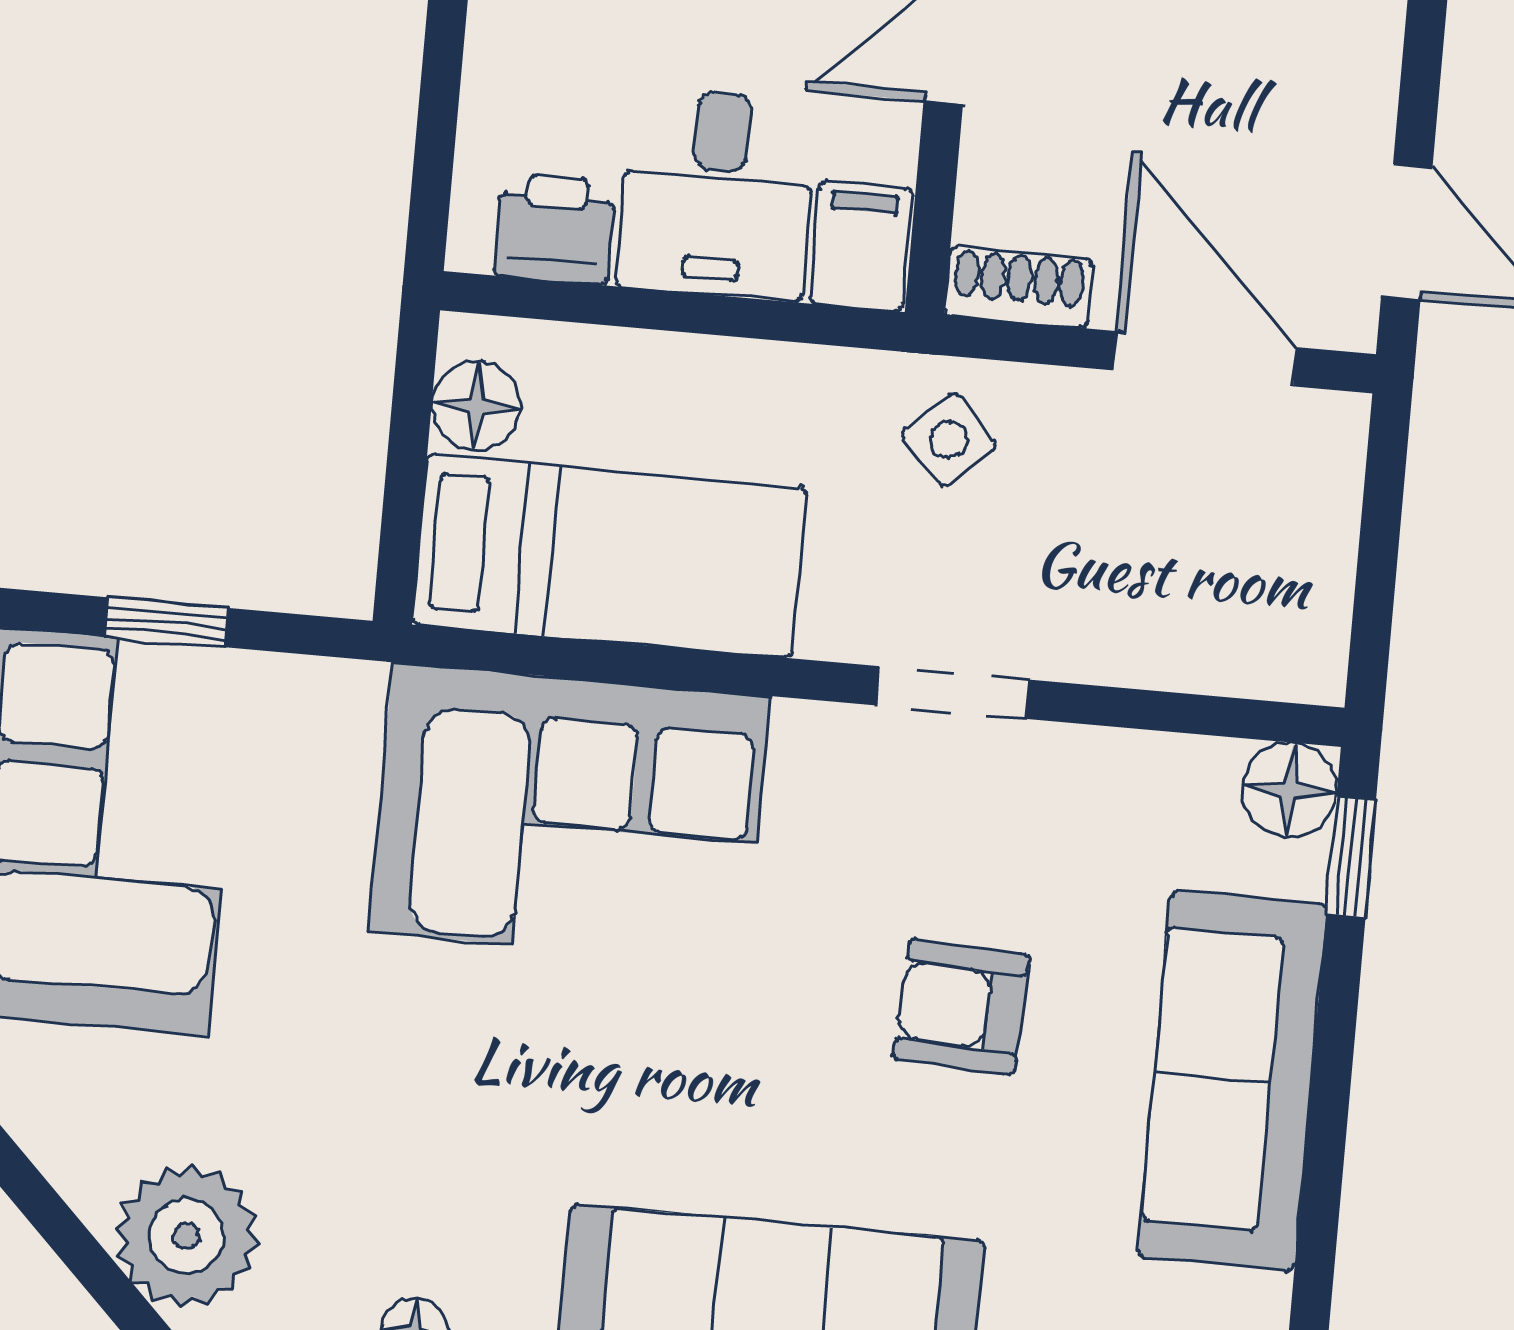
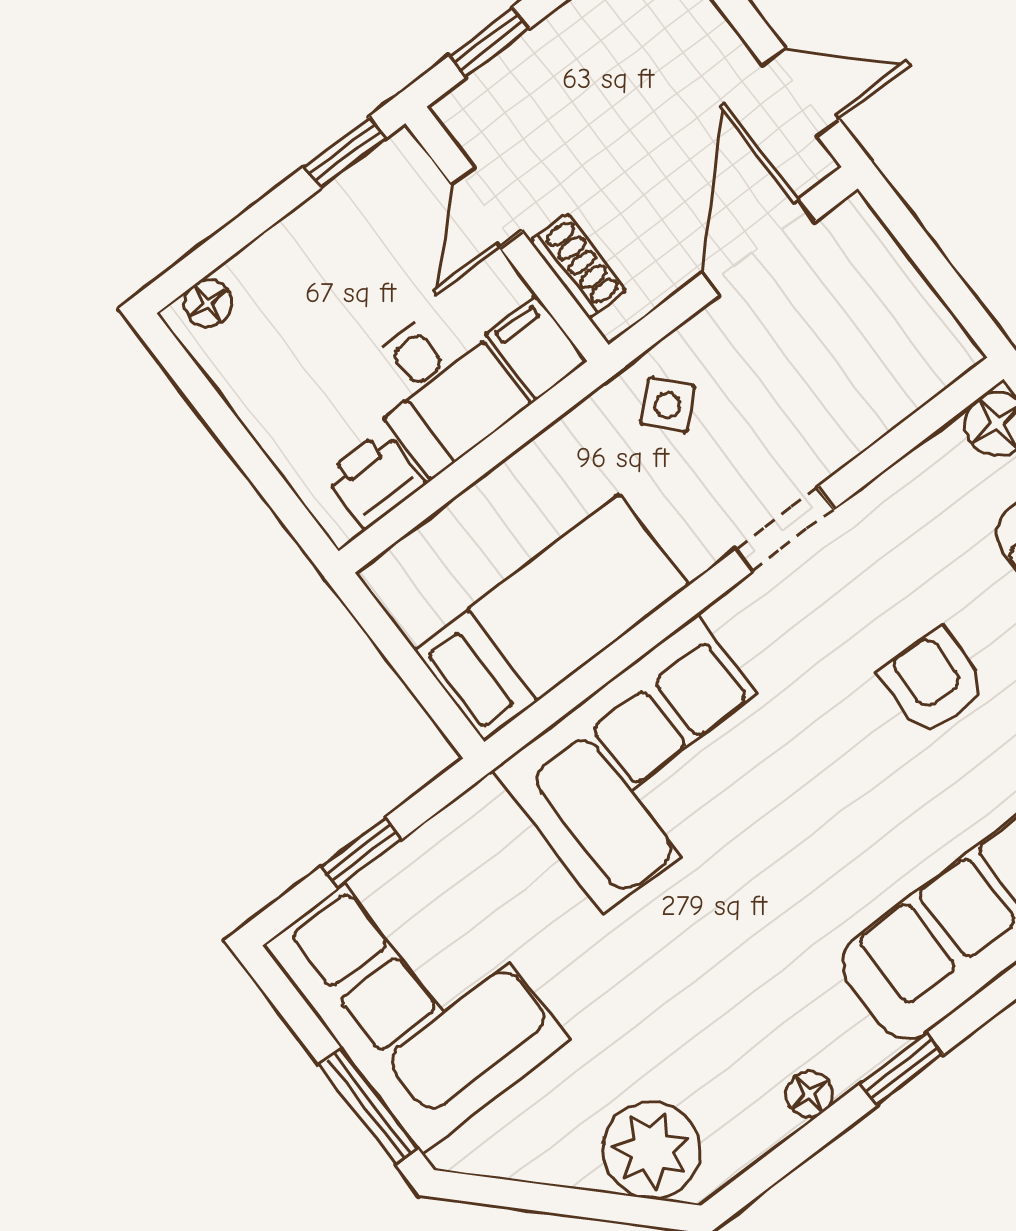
shoe rack: (1019, 287) -> (578, 266), moved, turned 90
door: (1205, 359) -> (758, 247), hinge flipped
floor lamp: (476, 406) -> (416, 604), removed
armchair: (961, 1007) -> (933, 682), turned 89

